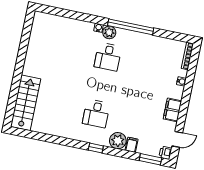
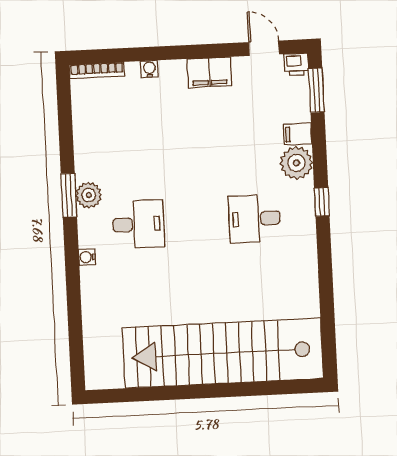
window: (131, 27) -> (69, 195), width x0.47
plant: (109, 32) -> (89, 195), moved
stairs: (26, 103) -> (223, 353), width x1.86, depth x1.51
desk: (96, 113) -> (254, 219), turned 180

